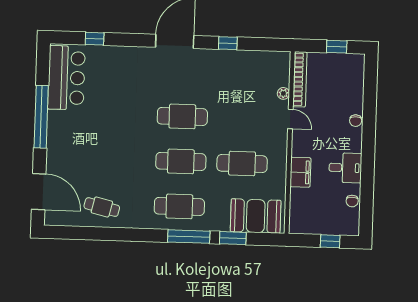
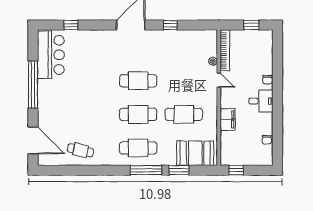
desk: (345, 168) -> (261, 101), moved
window: (330, 241) -> (236, 170), moved

